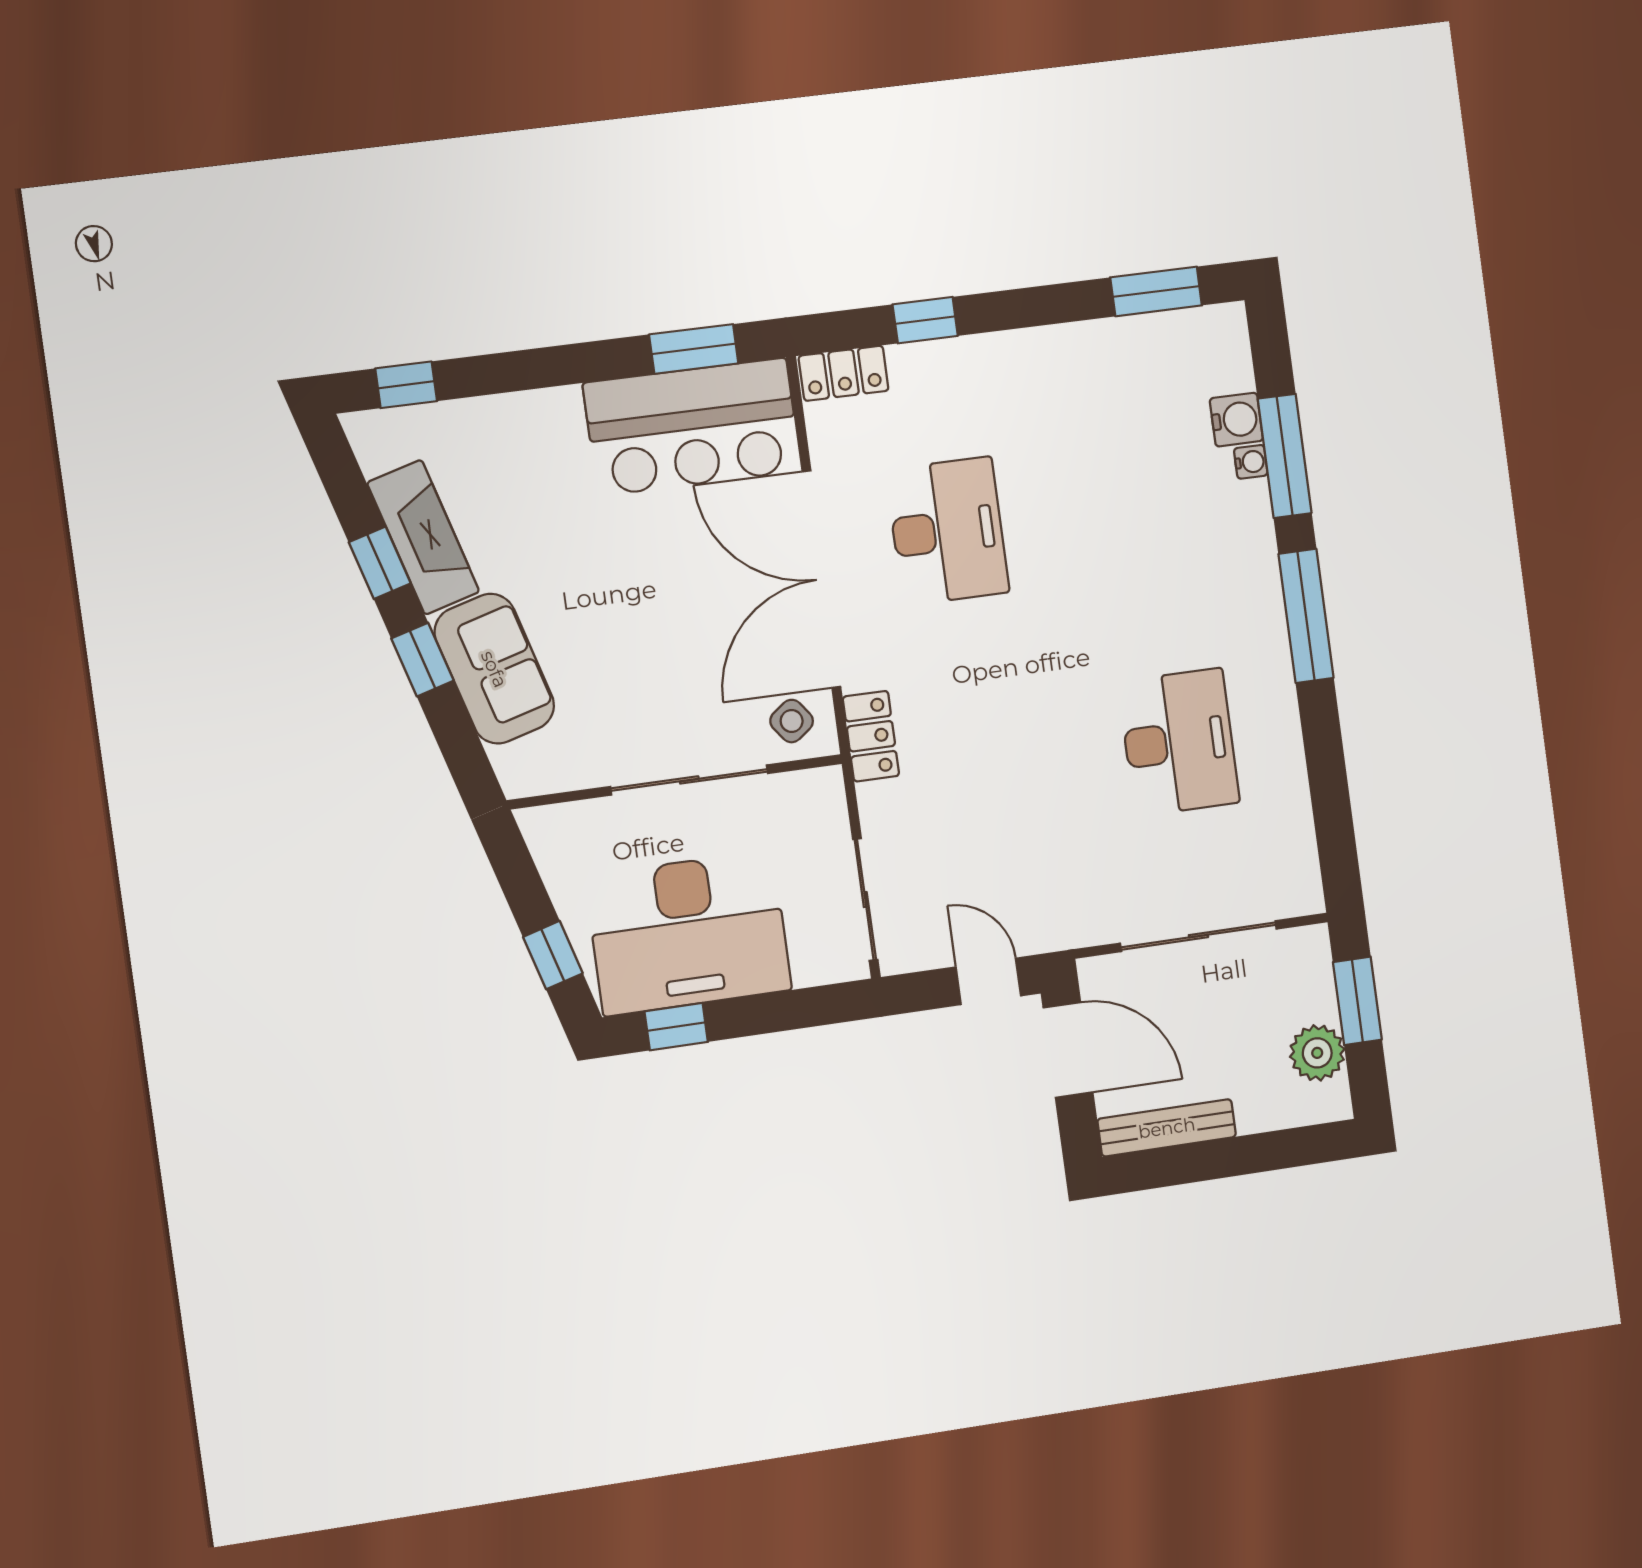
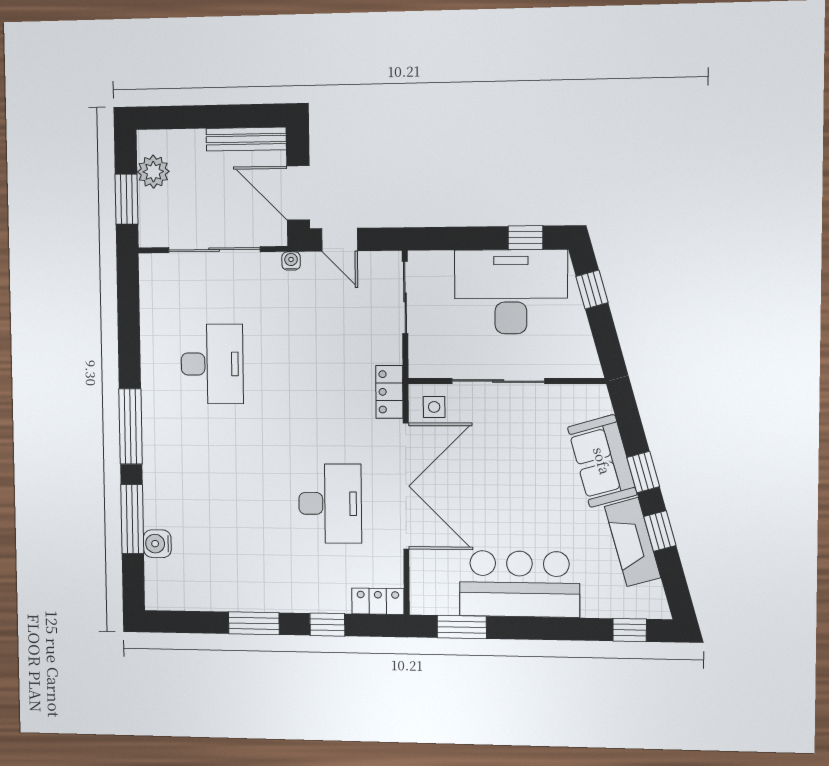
window: (1156, 291) -> (254, 623), moved
bar counter: (692, 427) -> (519, 584), moved
water cooler: (1251, 462) -> (291, 261), moved, turned 90
desk: (947, 531) -> (330, 504), turned 180
side table: (792, 721) -> (434, 407), turned 37
desk: (1179, 742) -> (212, 364), turned 180

